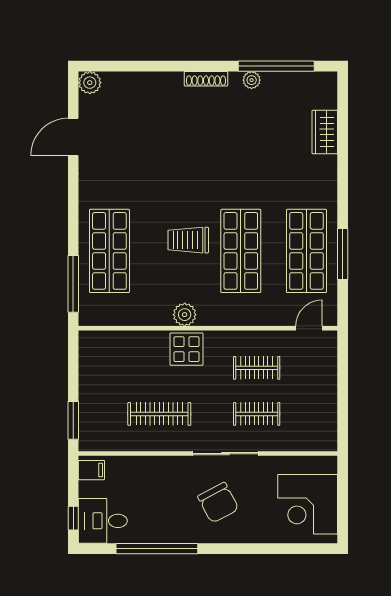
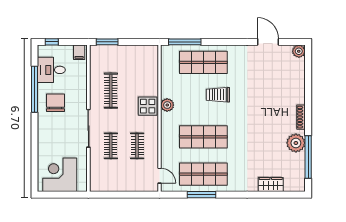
plant: (252, 80) -> (296, 143), width x1.88, depth x1.88
trolley: (188, 240) -> (218, 95), moved, turned -90
chair: (218, 503) -> (55, 103), moved, turned 118
desk: (103, 521) -> (51, 70), moved, turned -90

